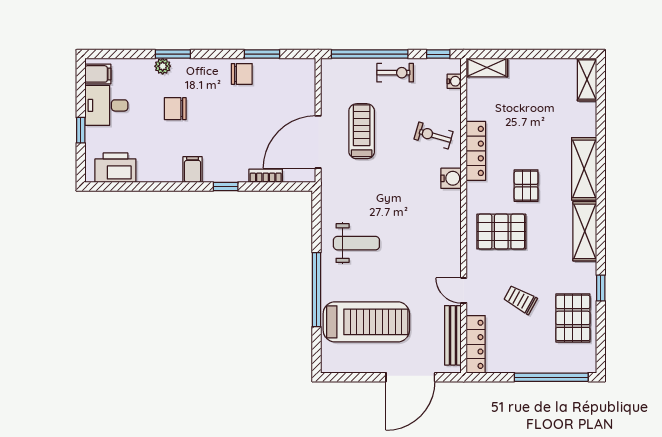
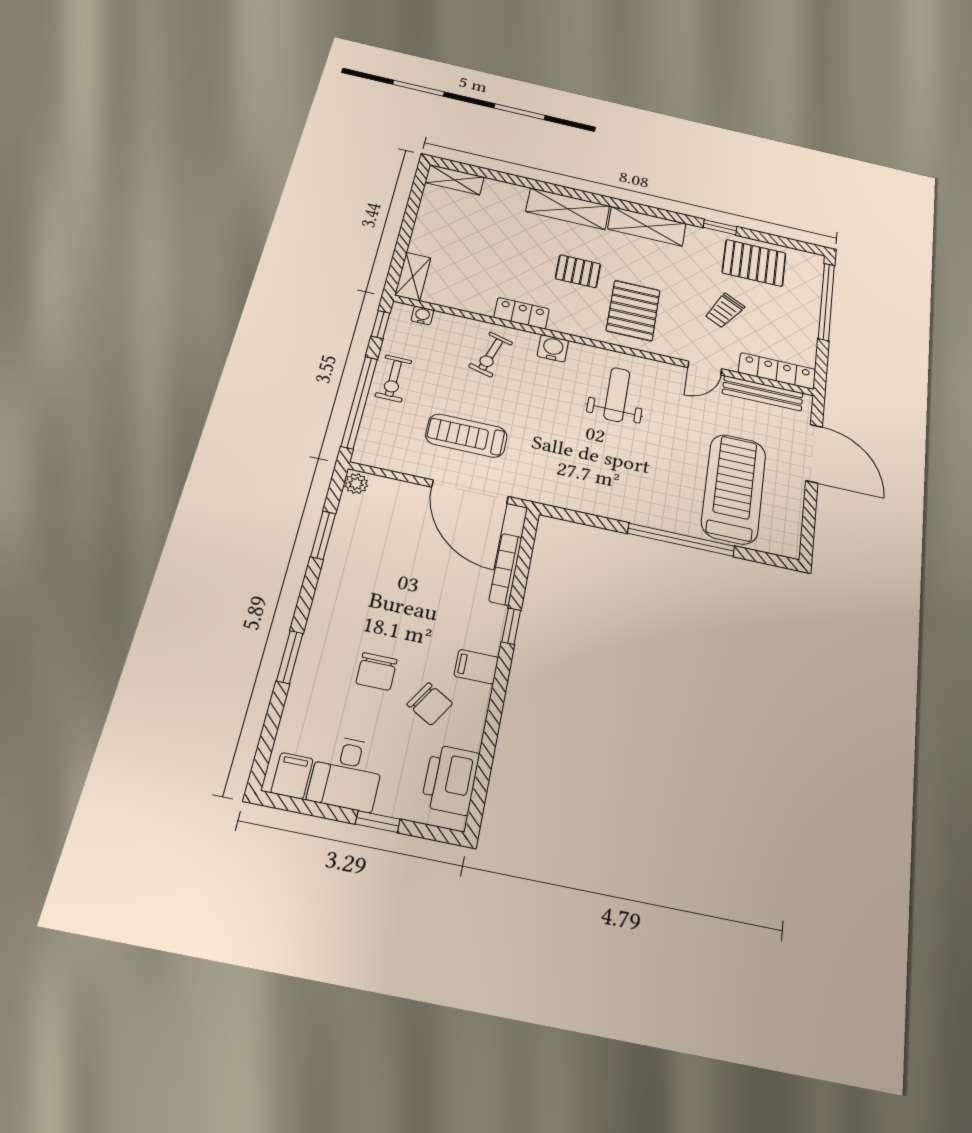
plant: (163, 66) -> (356, 484), moved
exercise bike: (395, 73) -> (393, 378), turned 180
chair: (242, 74) -> (430, 704), moved, turned 121
locker: (476, 151) -> (522, 313), width x0.66
bookcase: (266, 176) -> (506, 569), width x1.56
weight bench: (356, 243) -> (617, 395), moved

